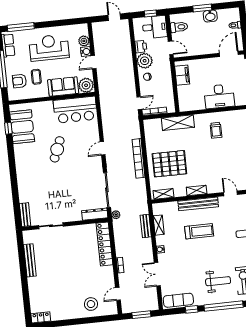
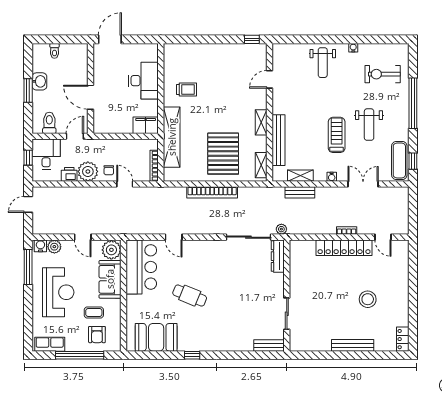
window: (21, 27) -> (28, 267), moved
reception desk: (49, 48) -> (58, 292), turned 180
water cooler: (86, 52) -> (40, 246), moved
door: (229, 54) -> (90, 97), moved
filing cabinet: (182, 75) -> (146, 125), moved
door: (139, 103) -> (125, 184), moved
shelving: (178, 123) -> (172, 137), width x1.47
window: (8, 128) -> (192, 355), moved
door: (103, 148) -> (174, 237), moved
bench: (198, 204) -> (279, 140), moved
treadmill: (199, 231) -> (337, 135), moved
locker: (104, 244) -> (344, 248), moved
bench: (30, 260) -> (353, 345), moved
double door: (157, 274) -> (363, 184), swing flipped
weight bench: (218, 281) -> (369, 125), moved, turned 180
stool: (91, 304) -> (368, 299), moved
window: (192, 309) -> (413, 161), moved
window: (141, 315) -> (413, 210), removed

